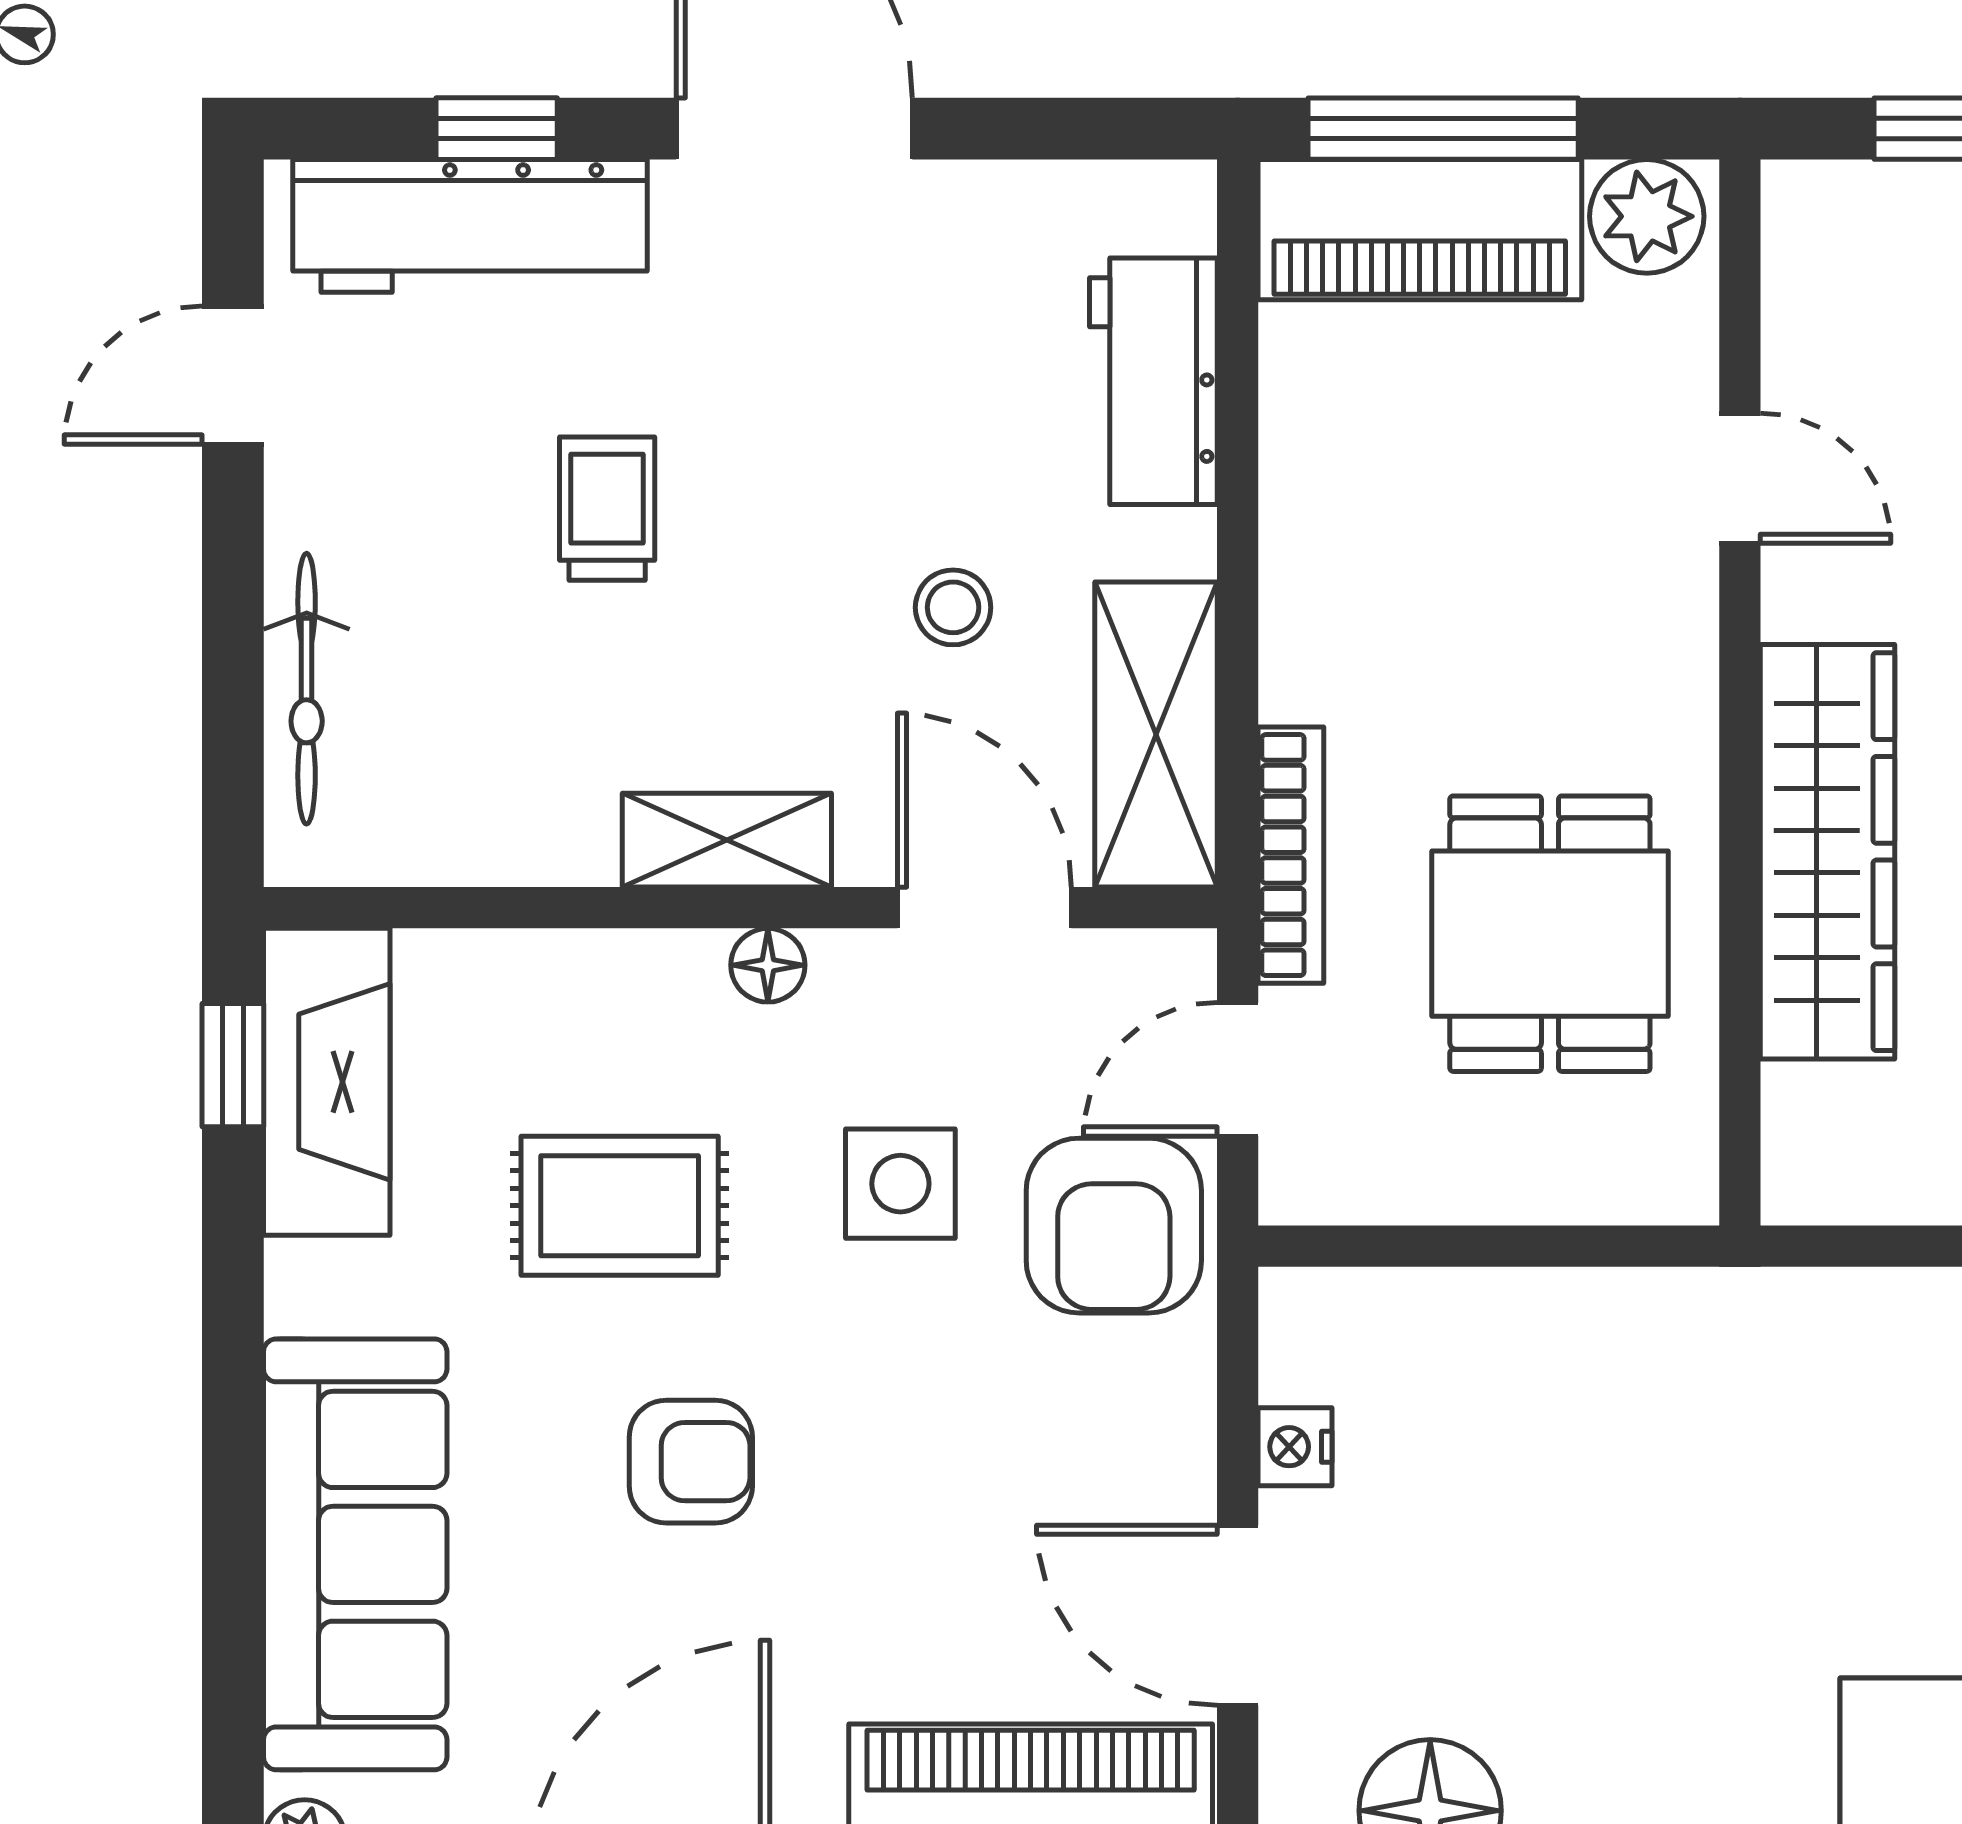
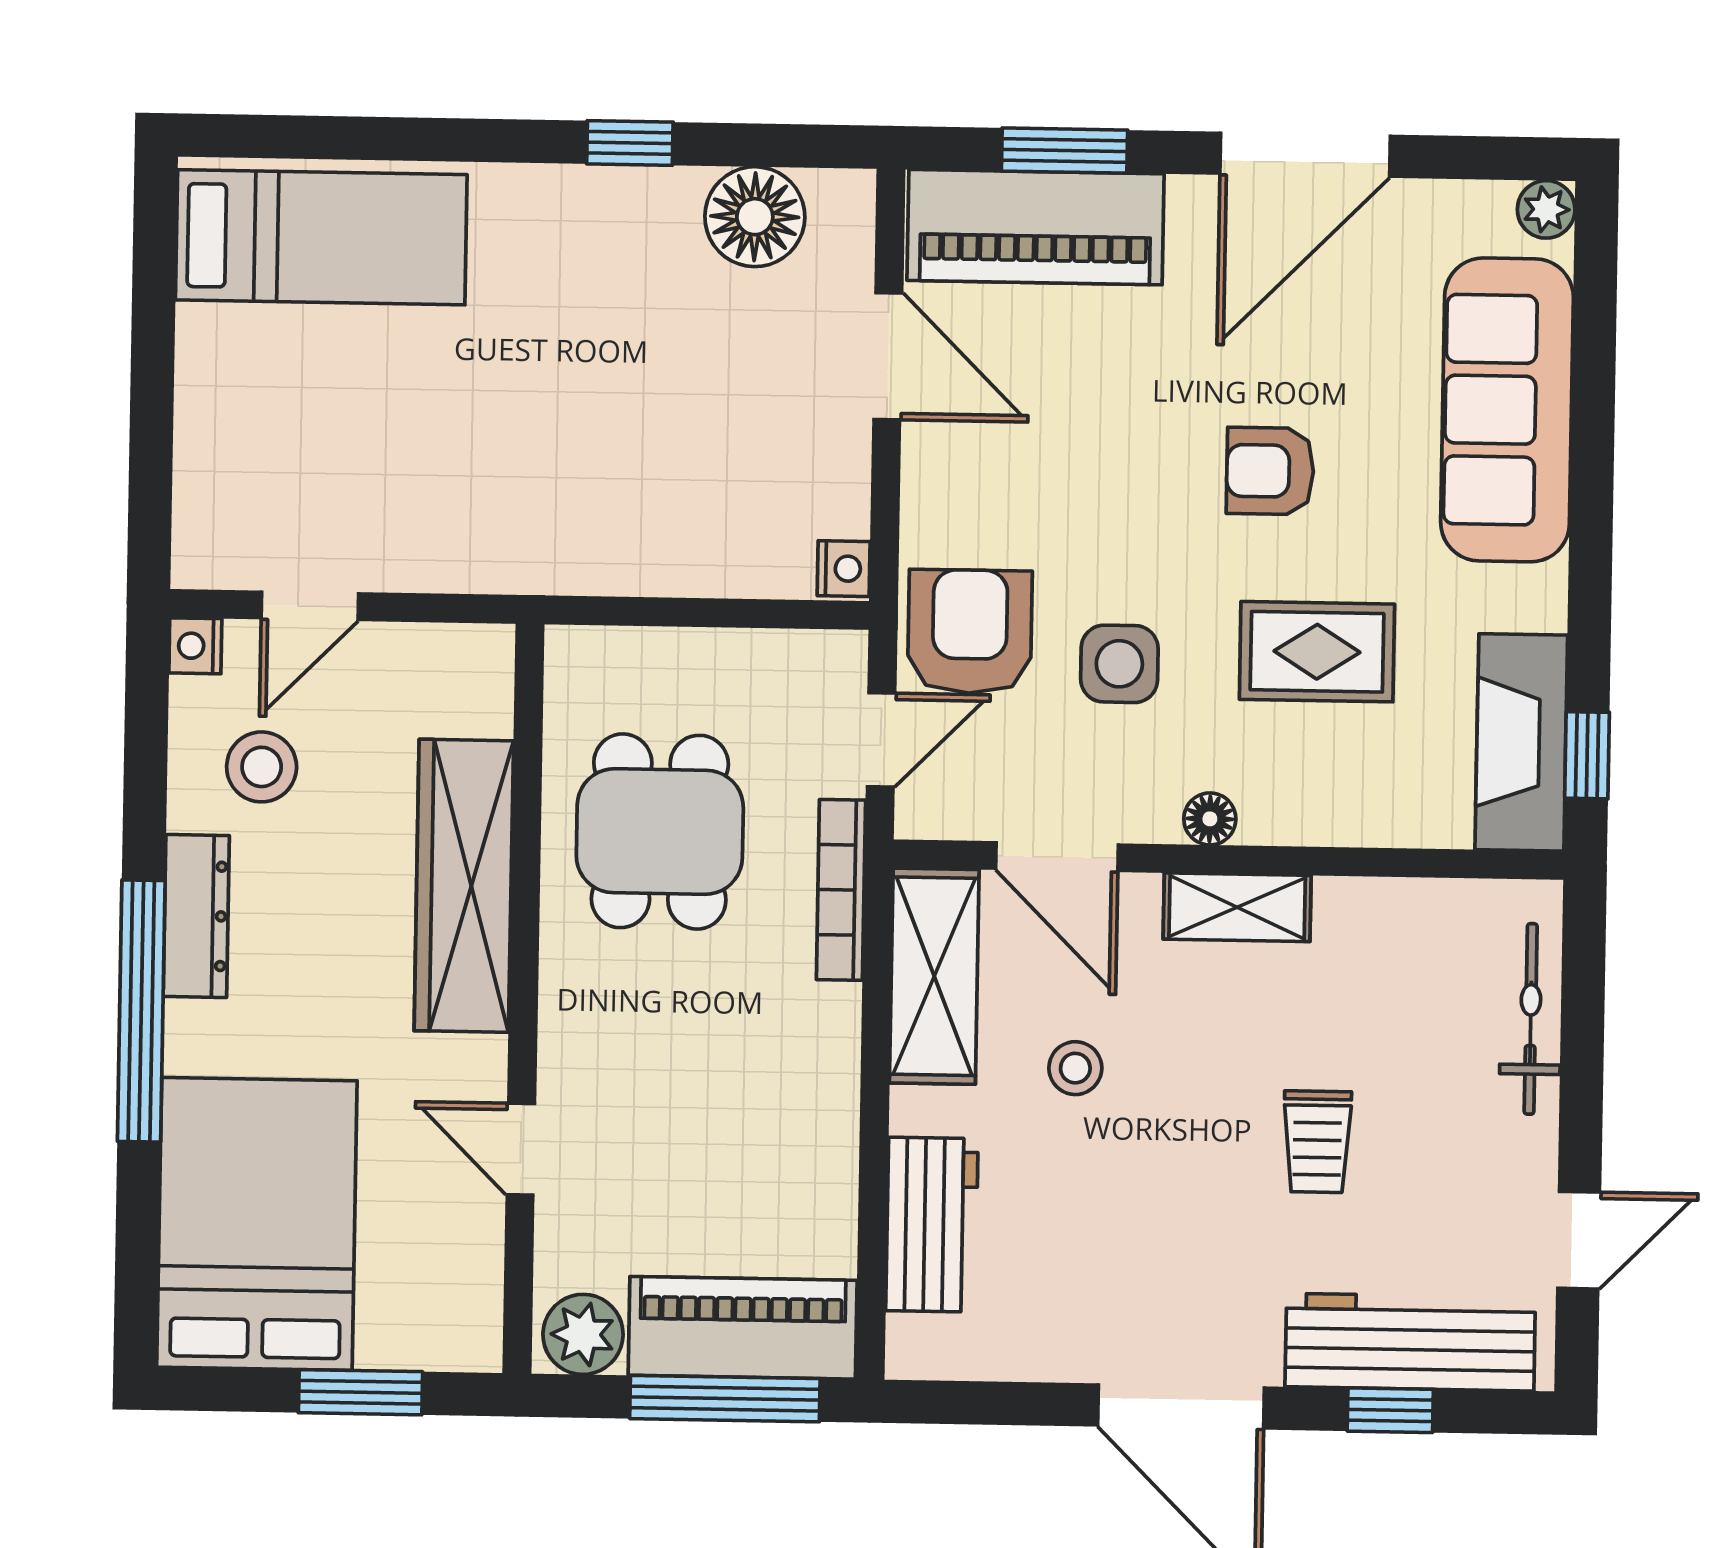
nightstand: (1295, 1447) -> (844, 569), moved

